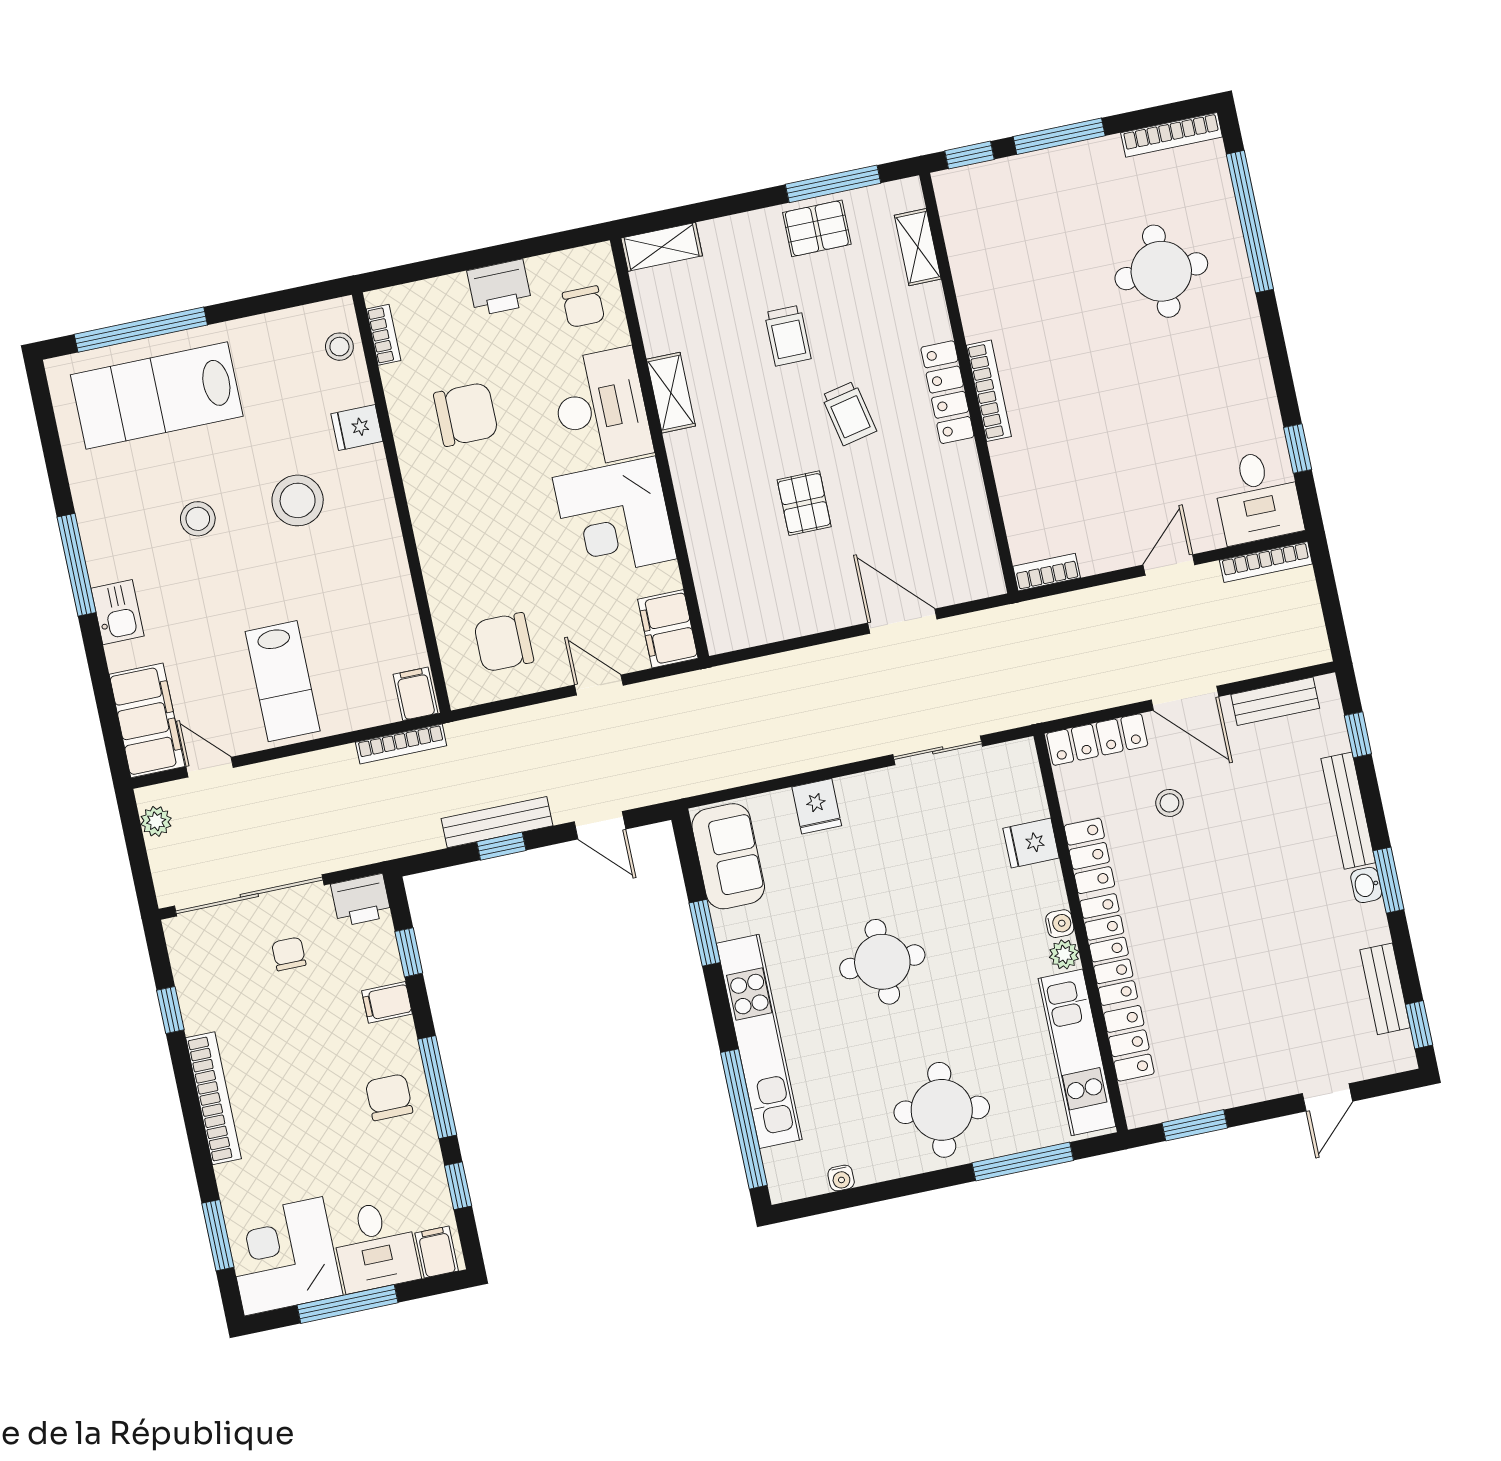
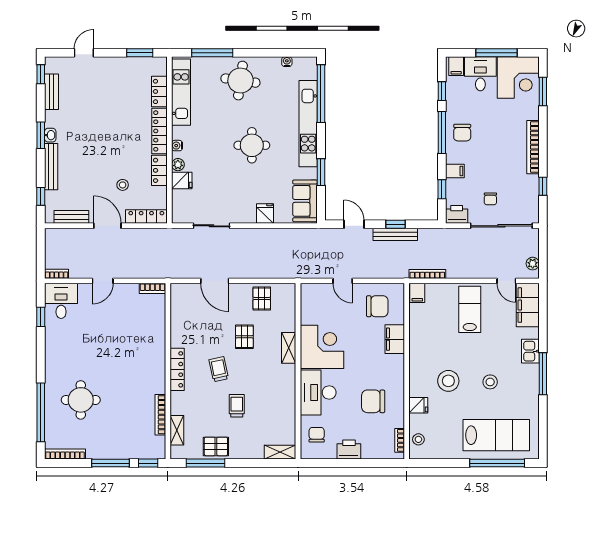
bookcase: (989, 391) -> (160, 415), moved
shelving: (671, 393) -> (289, 348), moved
bookcase: (1266, 562) -> (57, 274), width x0.64
pallet: (782, 603) -> (262, 298), added
filing cabinet: (668, 629) -> (395, 339), moved, turned 180
plant: (1064, 954) -> (178, 165), moved

